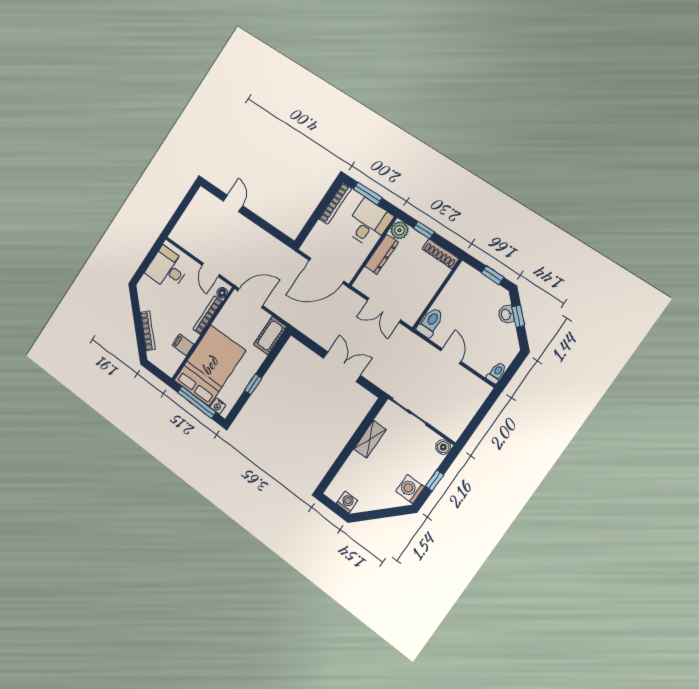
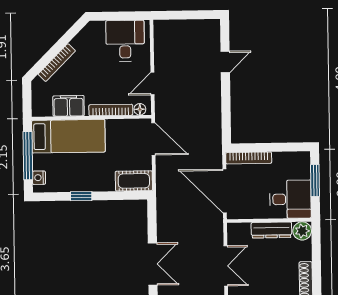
bookcase: (335, 203) -> (249, 158), moved
window: (424, 230) -> (316, 252), removed
double door: (384, 310) -> (226, 266), swing flipped
filing cabinet: (183, 345) -> (69, 106), width x2.00
bed: (210, 366) -> (68, 136), width x0.67

